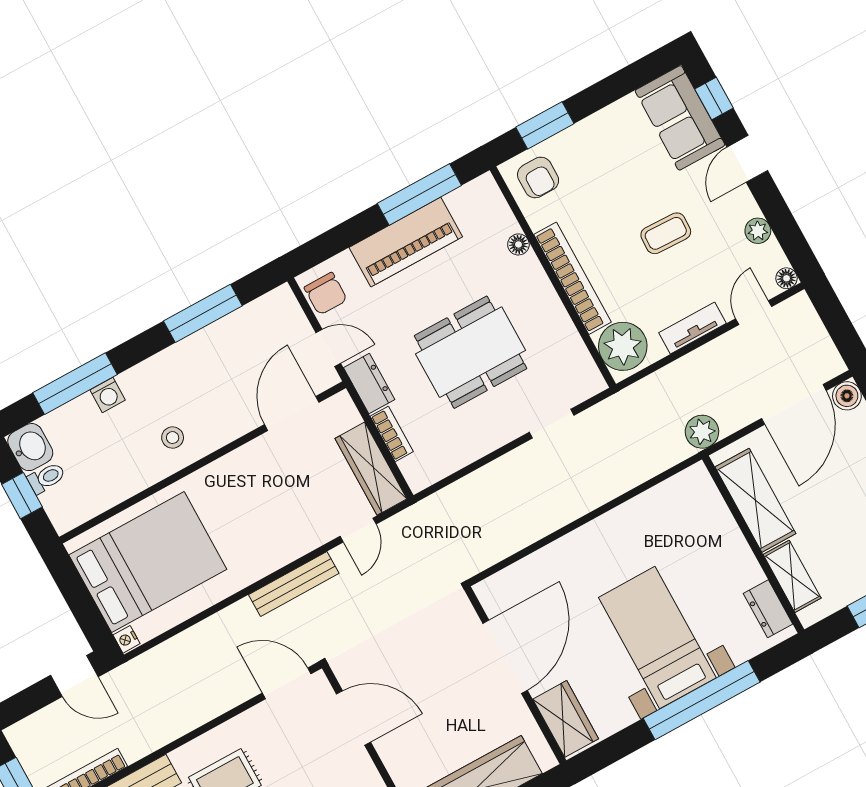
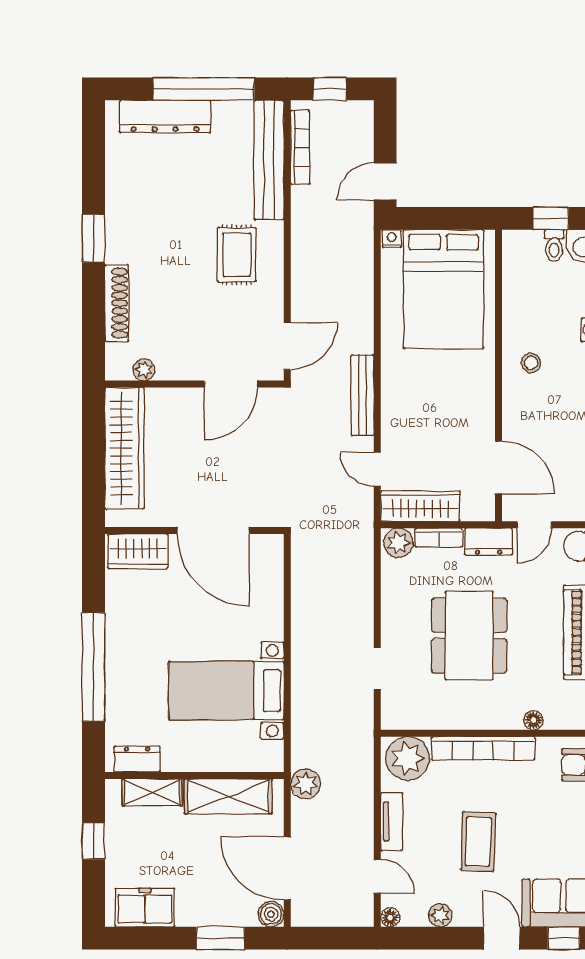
coffee table: (666, 233) -> (478, 842), width x1.36, depth x1.30
plant: (418, 470) -> (398, 543), added
bed with nightstands: (657, 638) -> (226, 691), moved, turned 180

